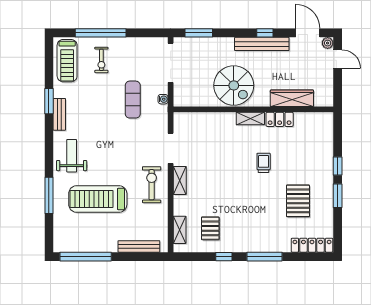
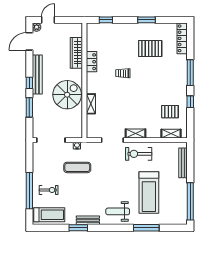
window: (199, 33) -> (29, 107), moved
window: (265, 33) -> (29, 83), moved
shelving: (250, 119) -> (91, 104), moved
window: (338, 166) -> (106, 20), moved

